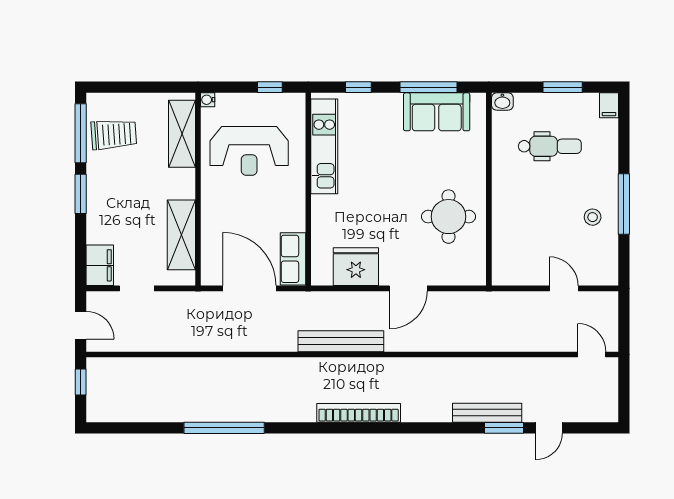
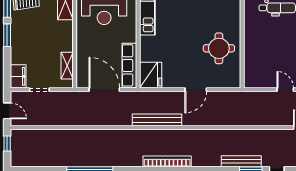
shelving: (181, 235) -> (67, 66), width x0.67, depth x0.75
row of seats: (293, 259) -> (129, 65), width x1.48
fridge: (356, 267) -> (151, 75), moved, turned 90

